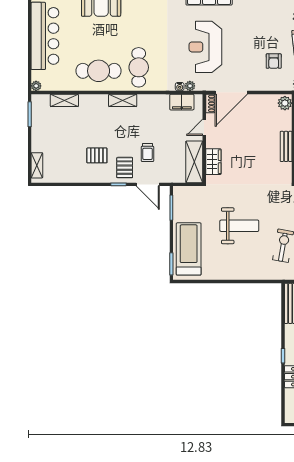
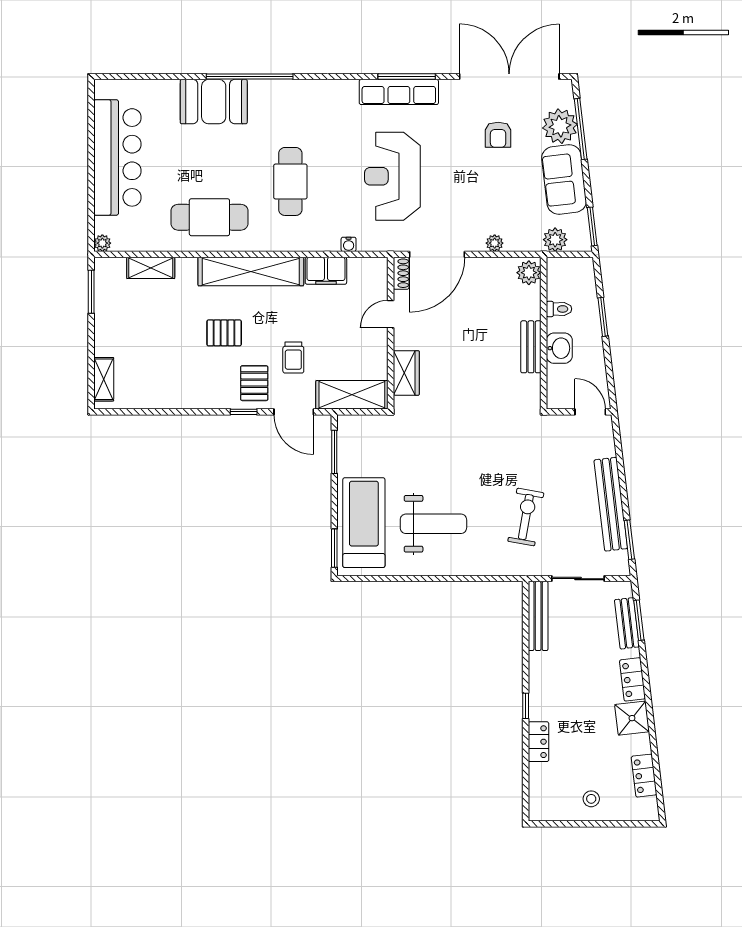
armchair: (274, 61) -> (498, 135), moved
cafe table: (139, 67) -> (290, 181), moved
plant: (190, 86) -> (495, 243), moved
shelving: (123, 100) -> (251, 271), width x2.20, depth x1.33
filing cabinet: (182, 102) -> (326, 271), moved
pallet: (97, 155) -> (224, 333), moved
shelving: (194, 162) -> (352, 395), moved, turned 90
weight bench: (239, 226) -> (433, 524), moved

